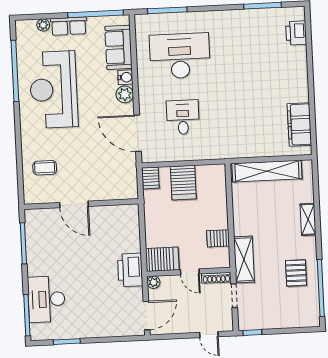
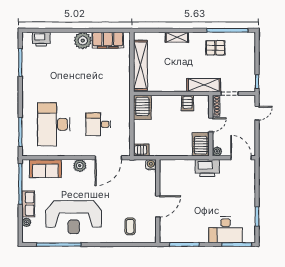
water cooler: (125, 77) -> (151, 165), moved
plant: (297, 90) -> (83, 41), added
server rack: (183, 183) -> (142, 107), moved, turned 90

